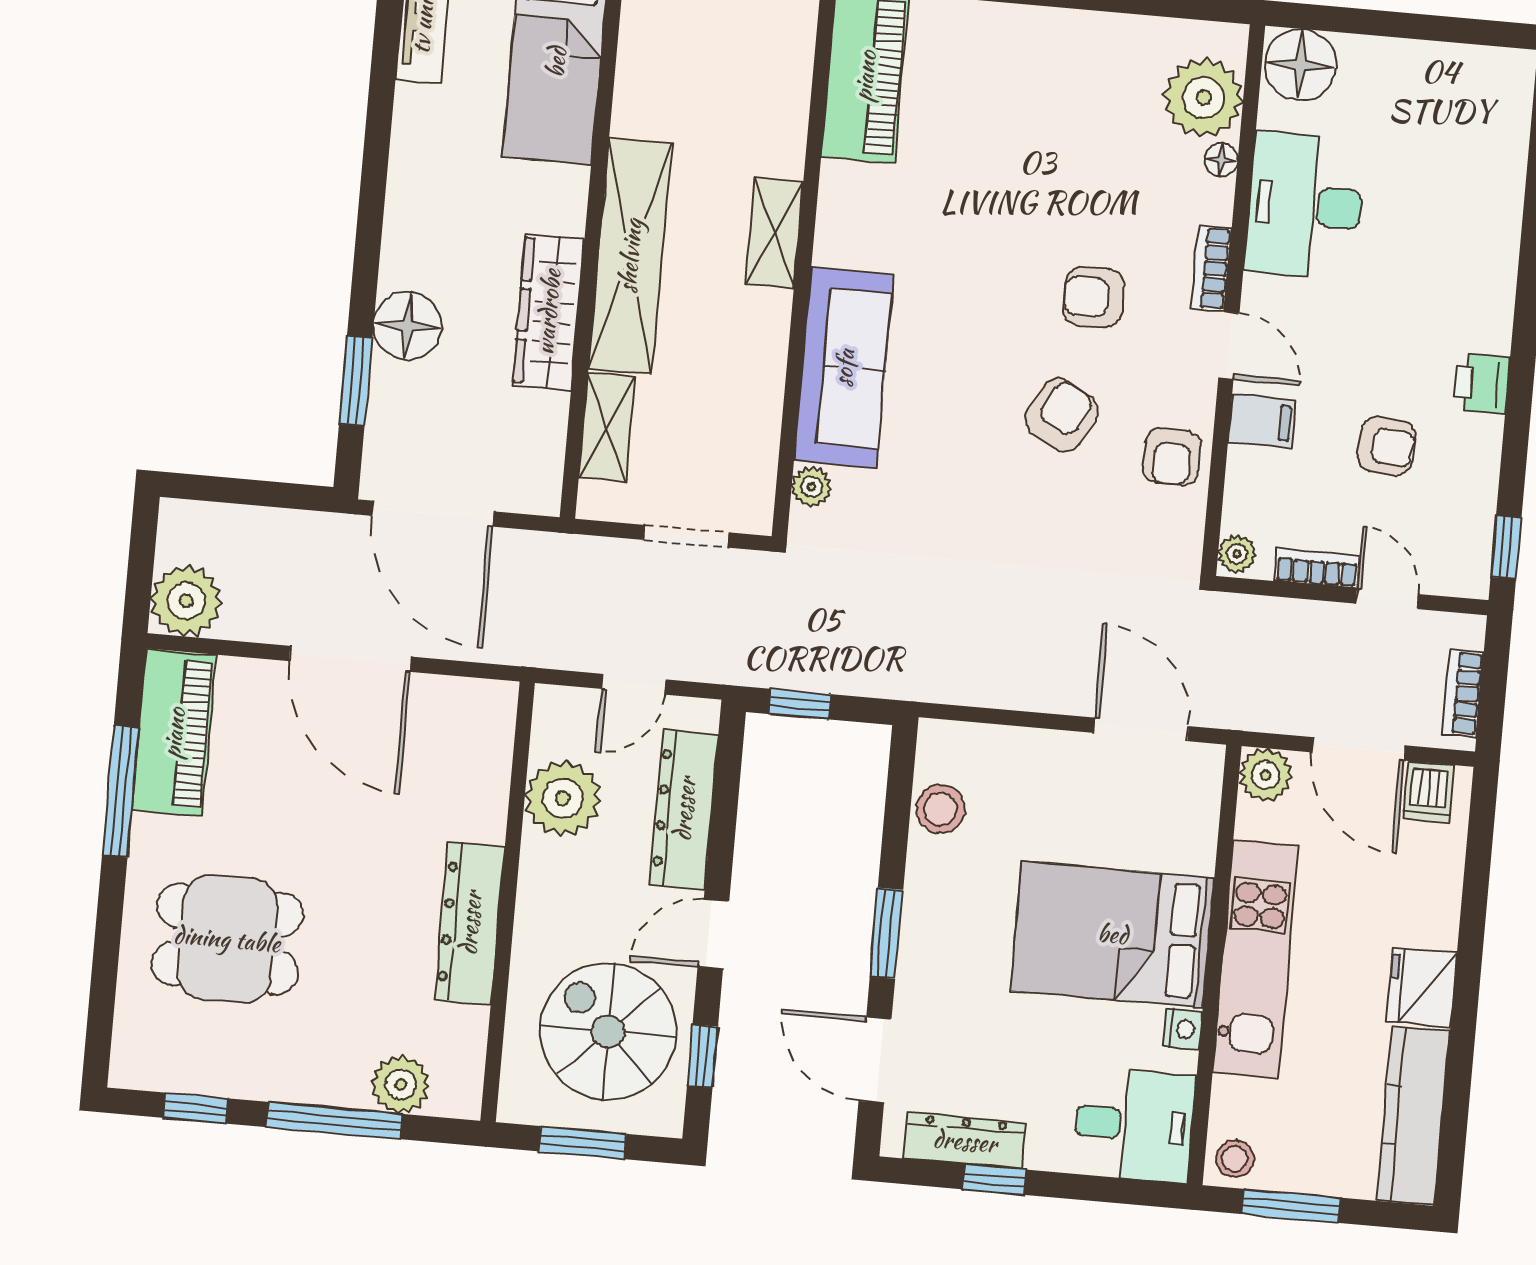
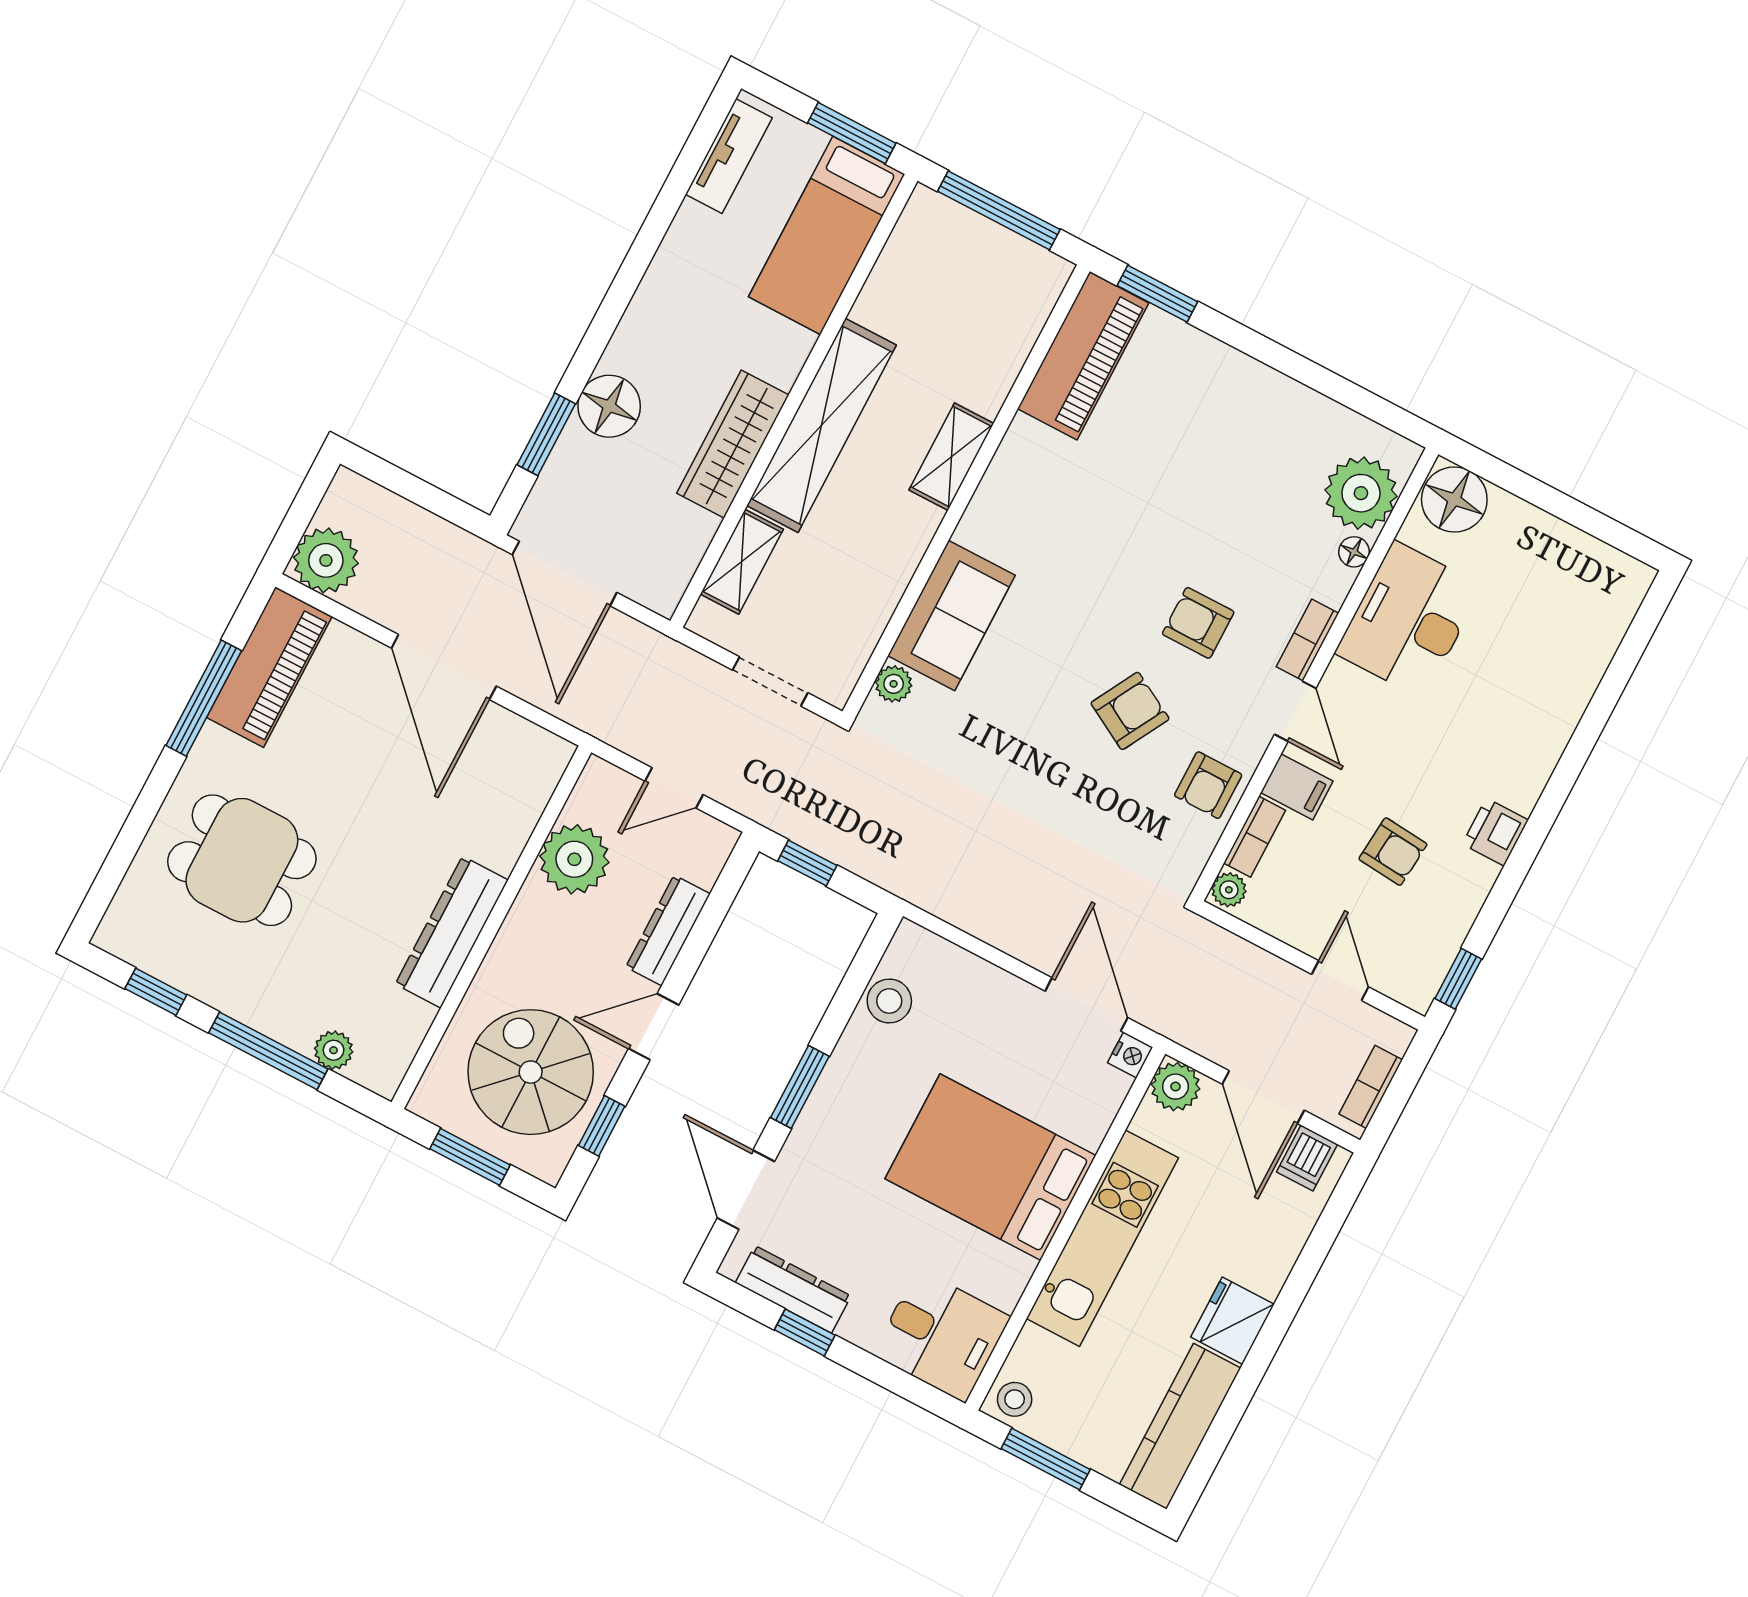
sofa: (844, 368) -> (951, 616), width x0.73
bookcase: (1317, 568) -> (1254, 837), moved, turned 90
dresser: (684, 809) -> (668, 930), width x0.73, depth x0.80
nightstand: (1183, 1029) -> (1130, 1055), moved
plant: (401, 1084) -> (334, 1050), width x0.73, depth x0.73

